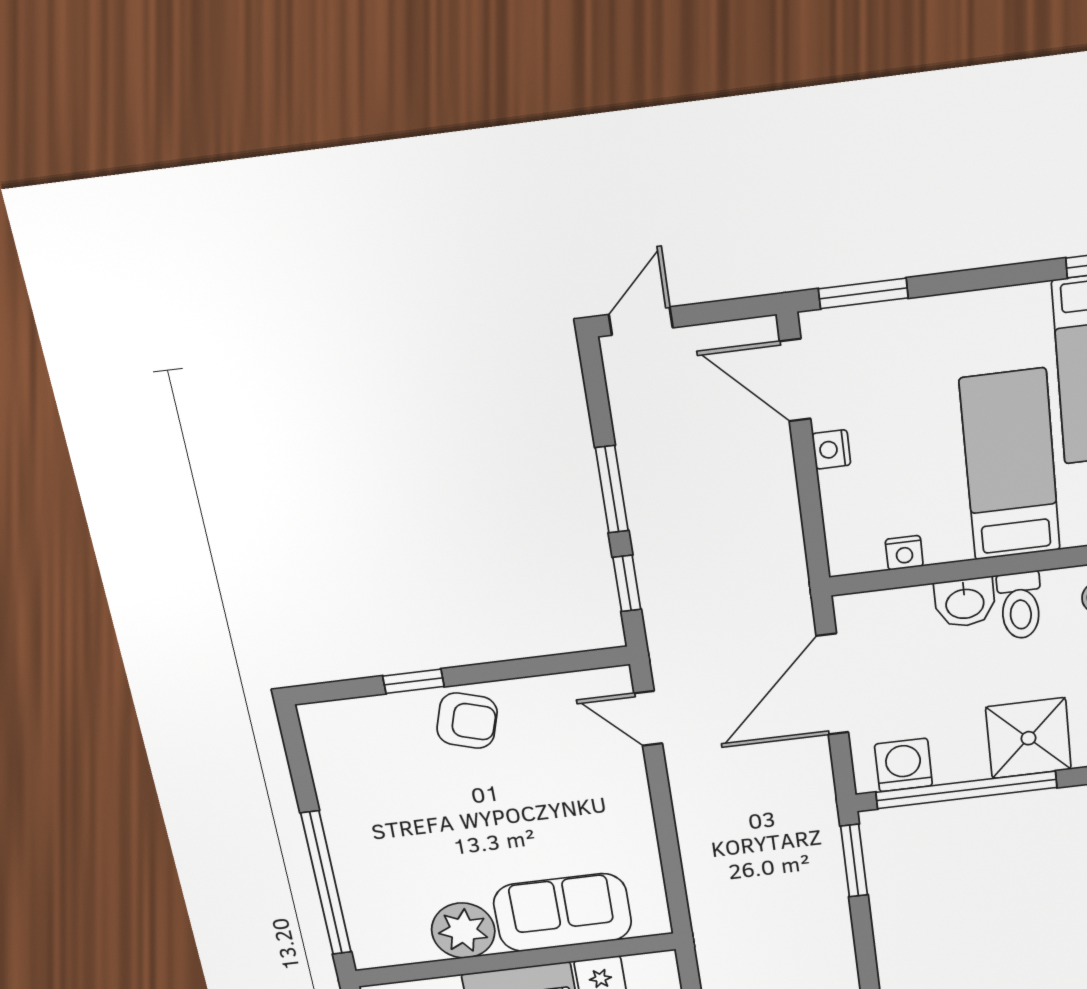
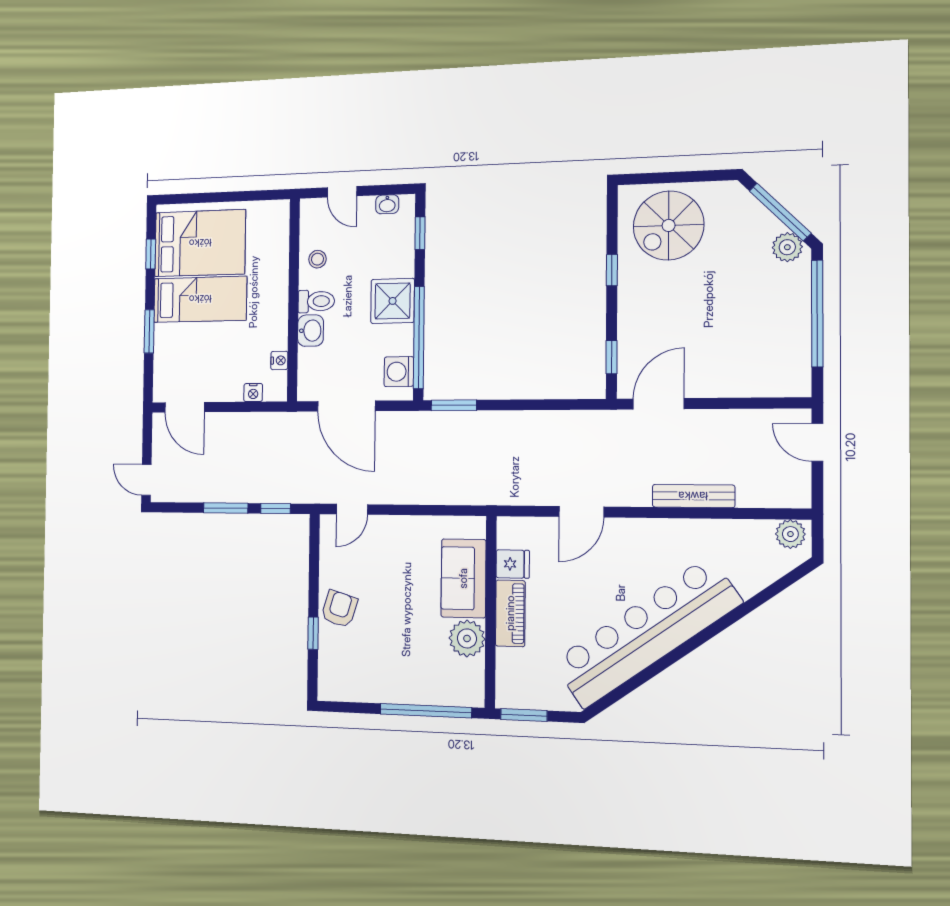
window: (863, 293) -> (149, 331), moved
door: (795, 380) -> (185, 407), hinge flipped
nightstand: (831, 449) -> (253, 393), moved
bed: (1010, 465) -> (200, 299), moved, turned 180

